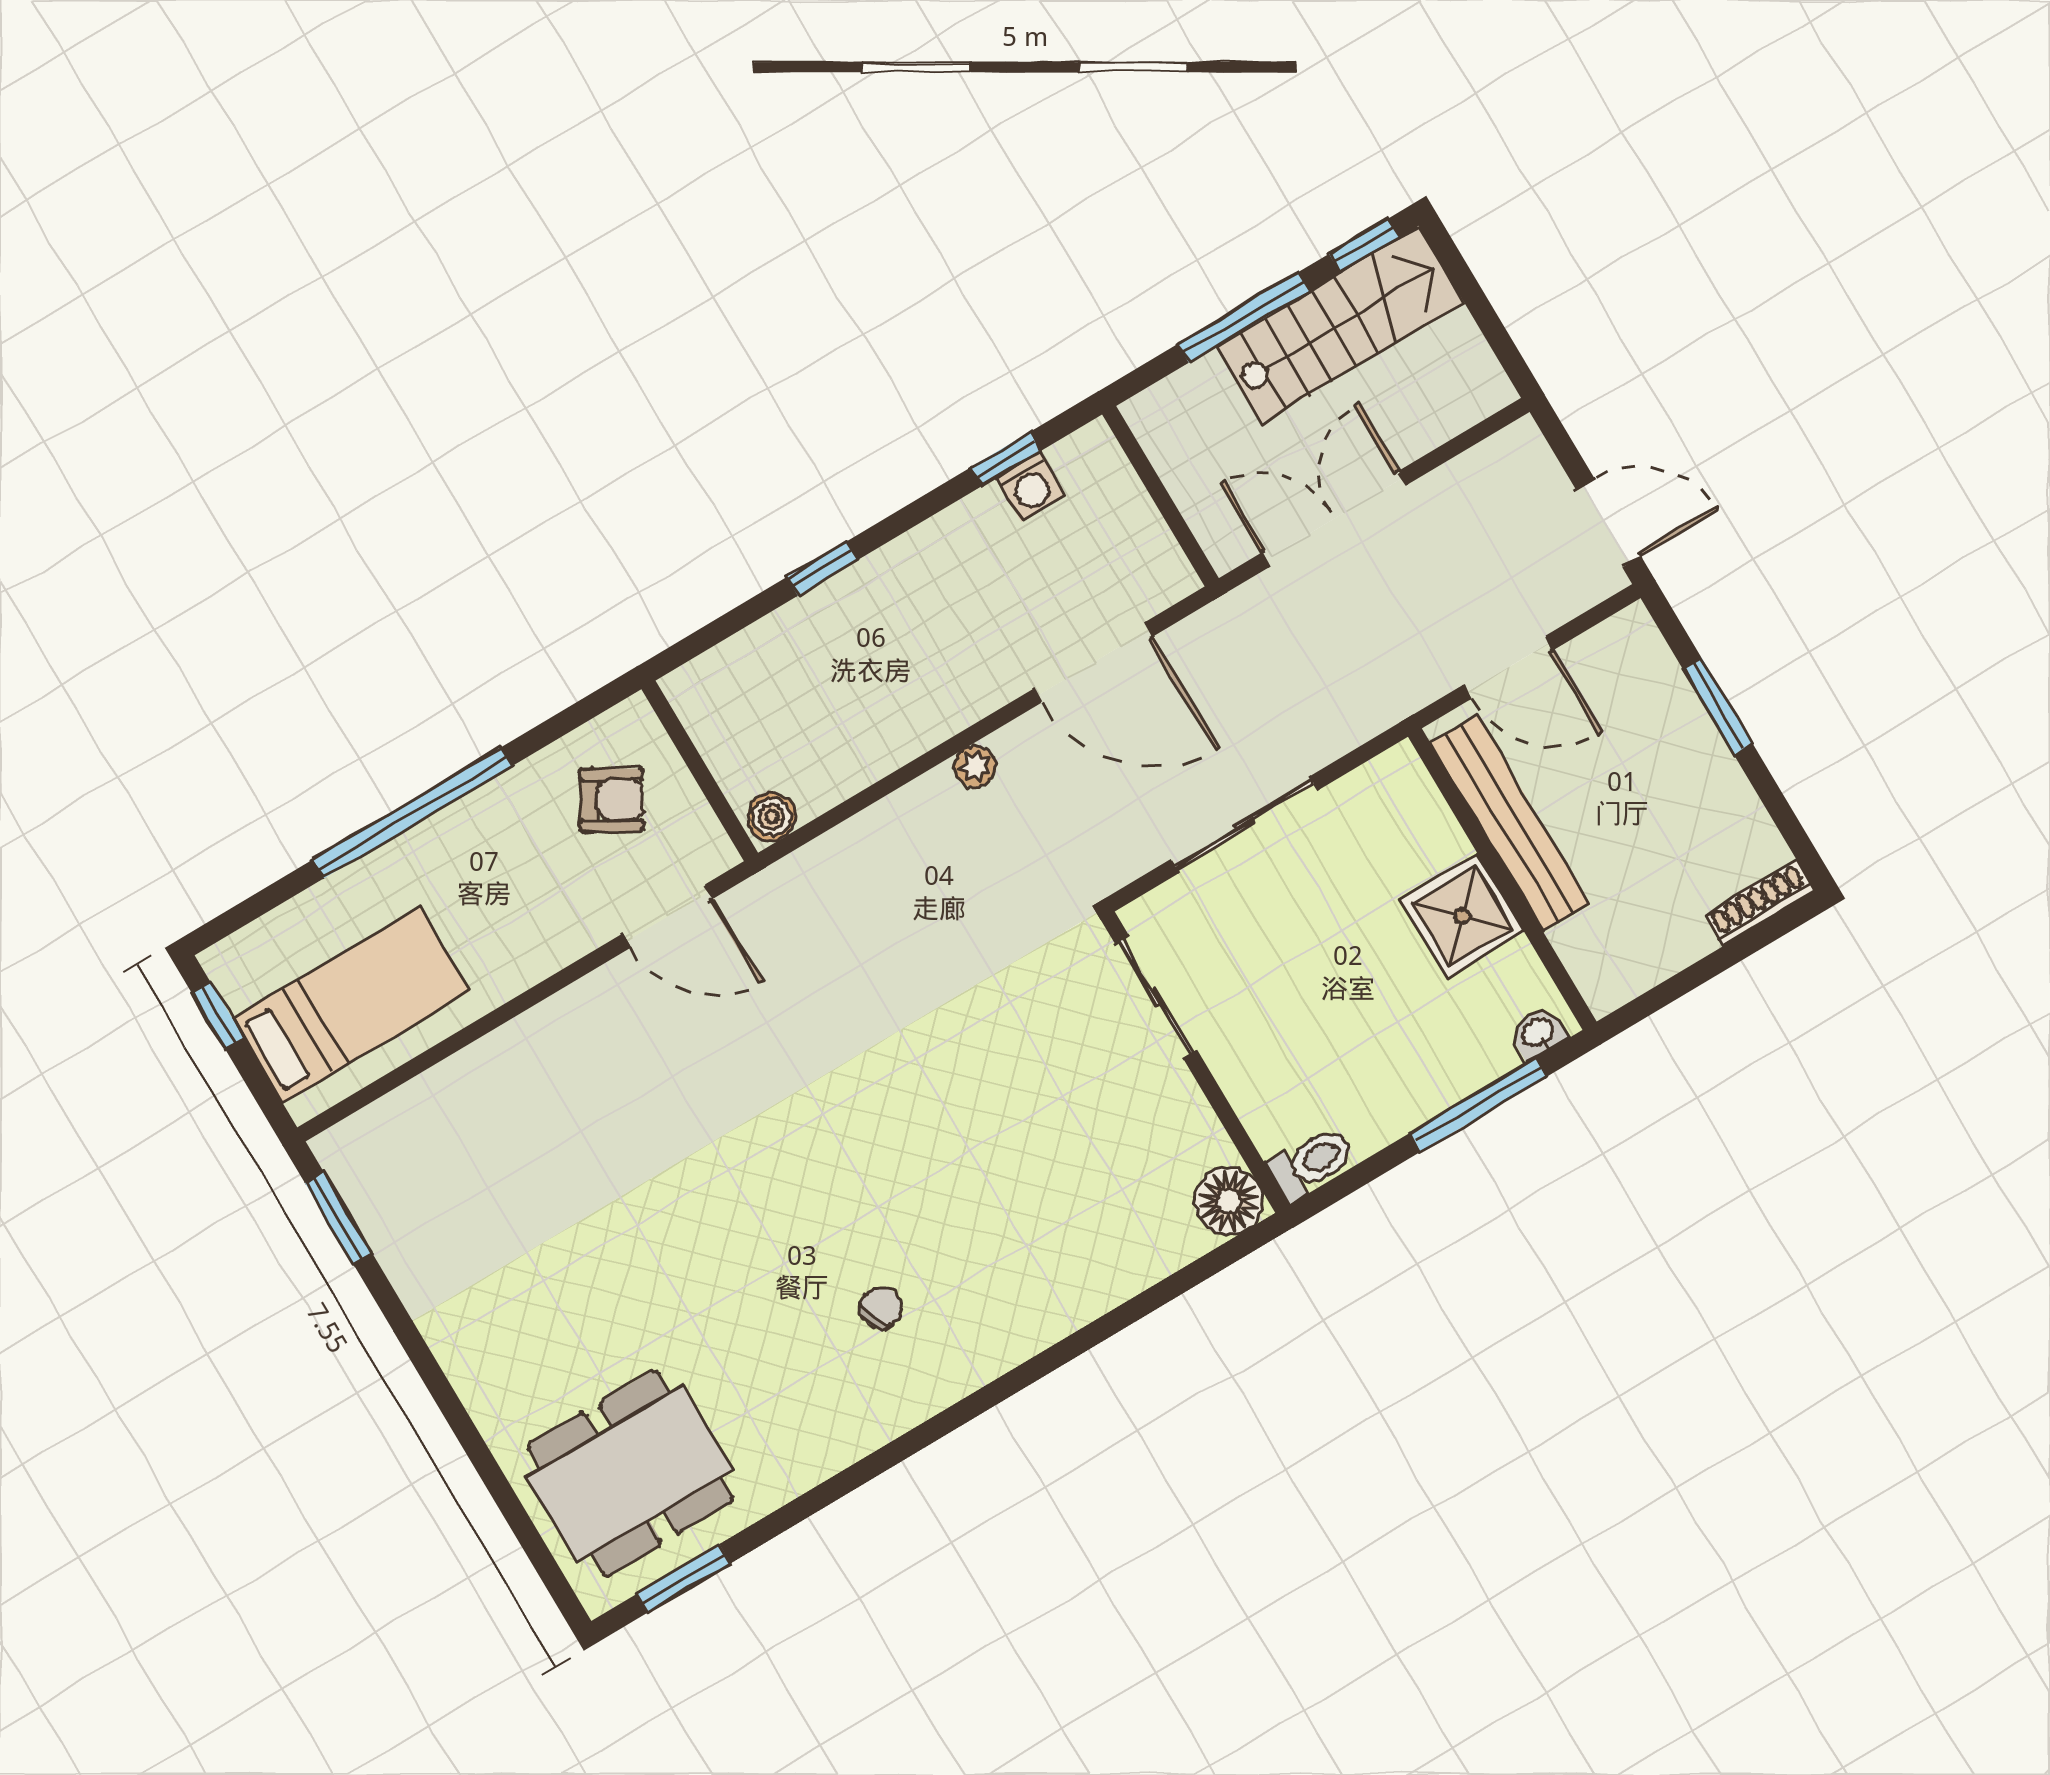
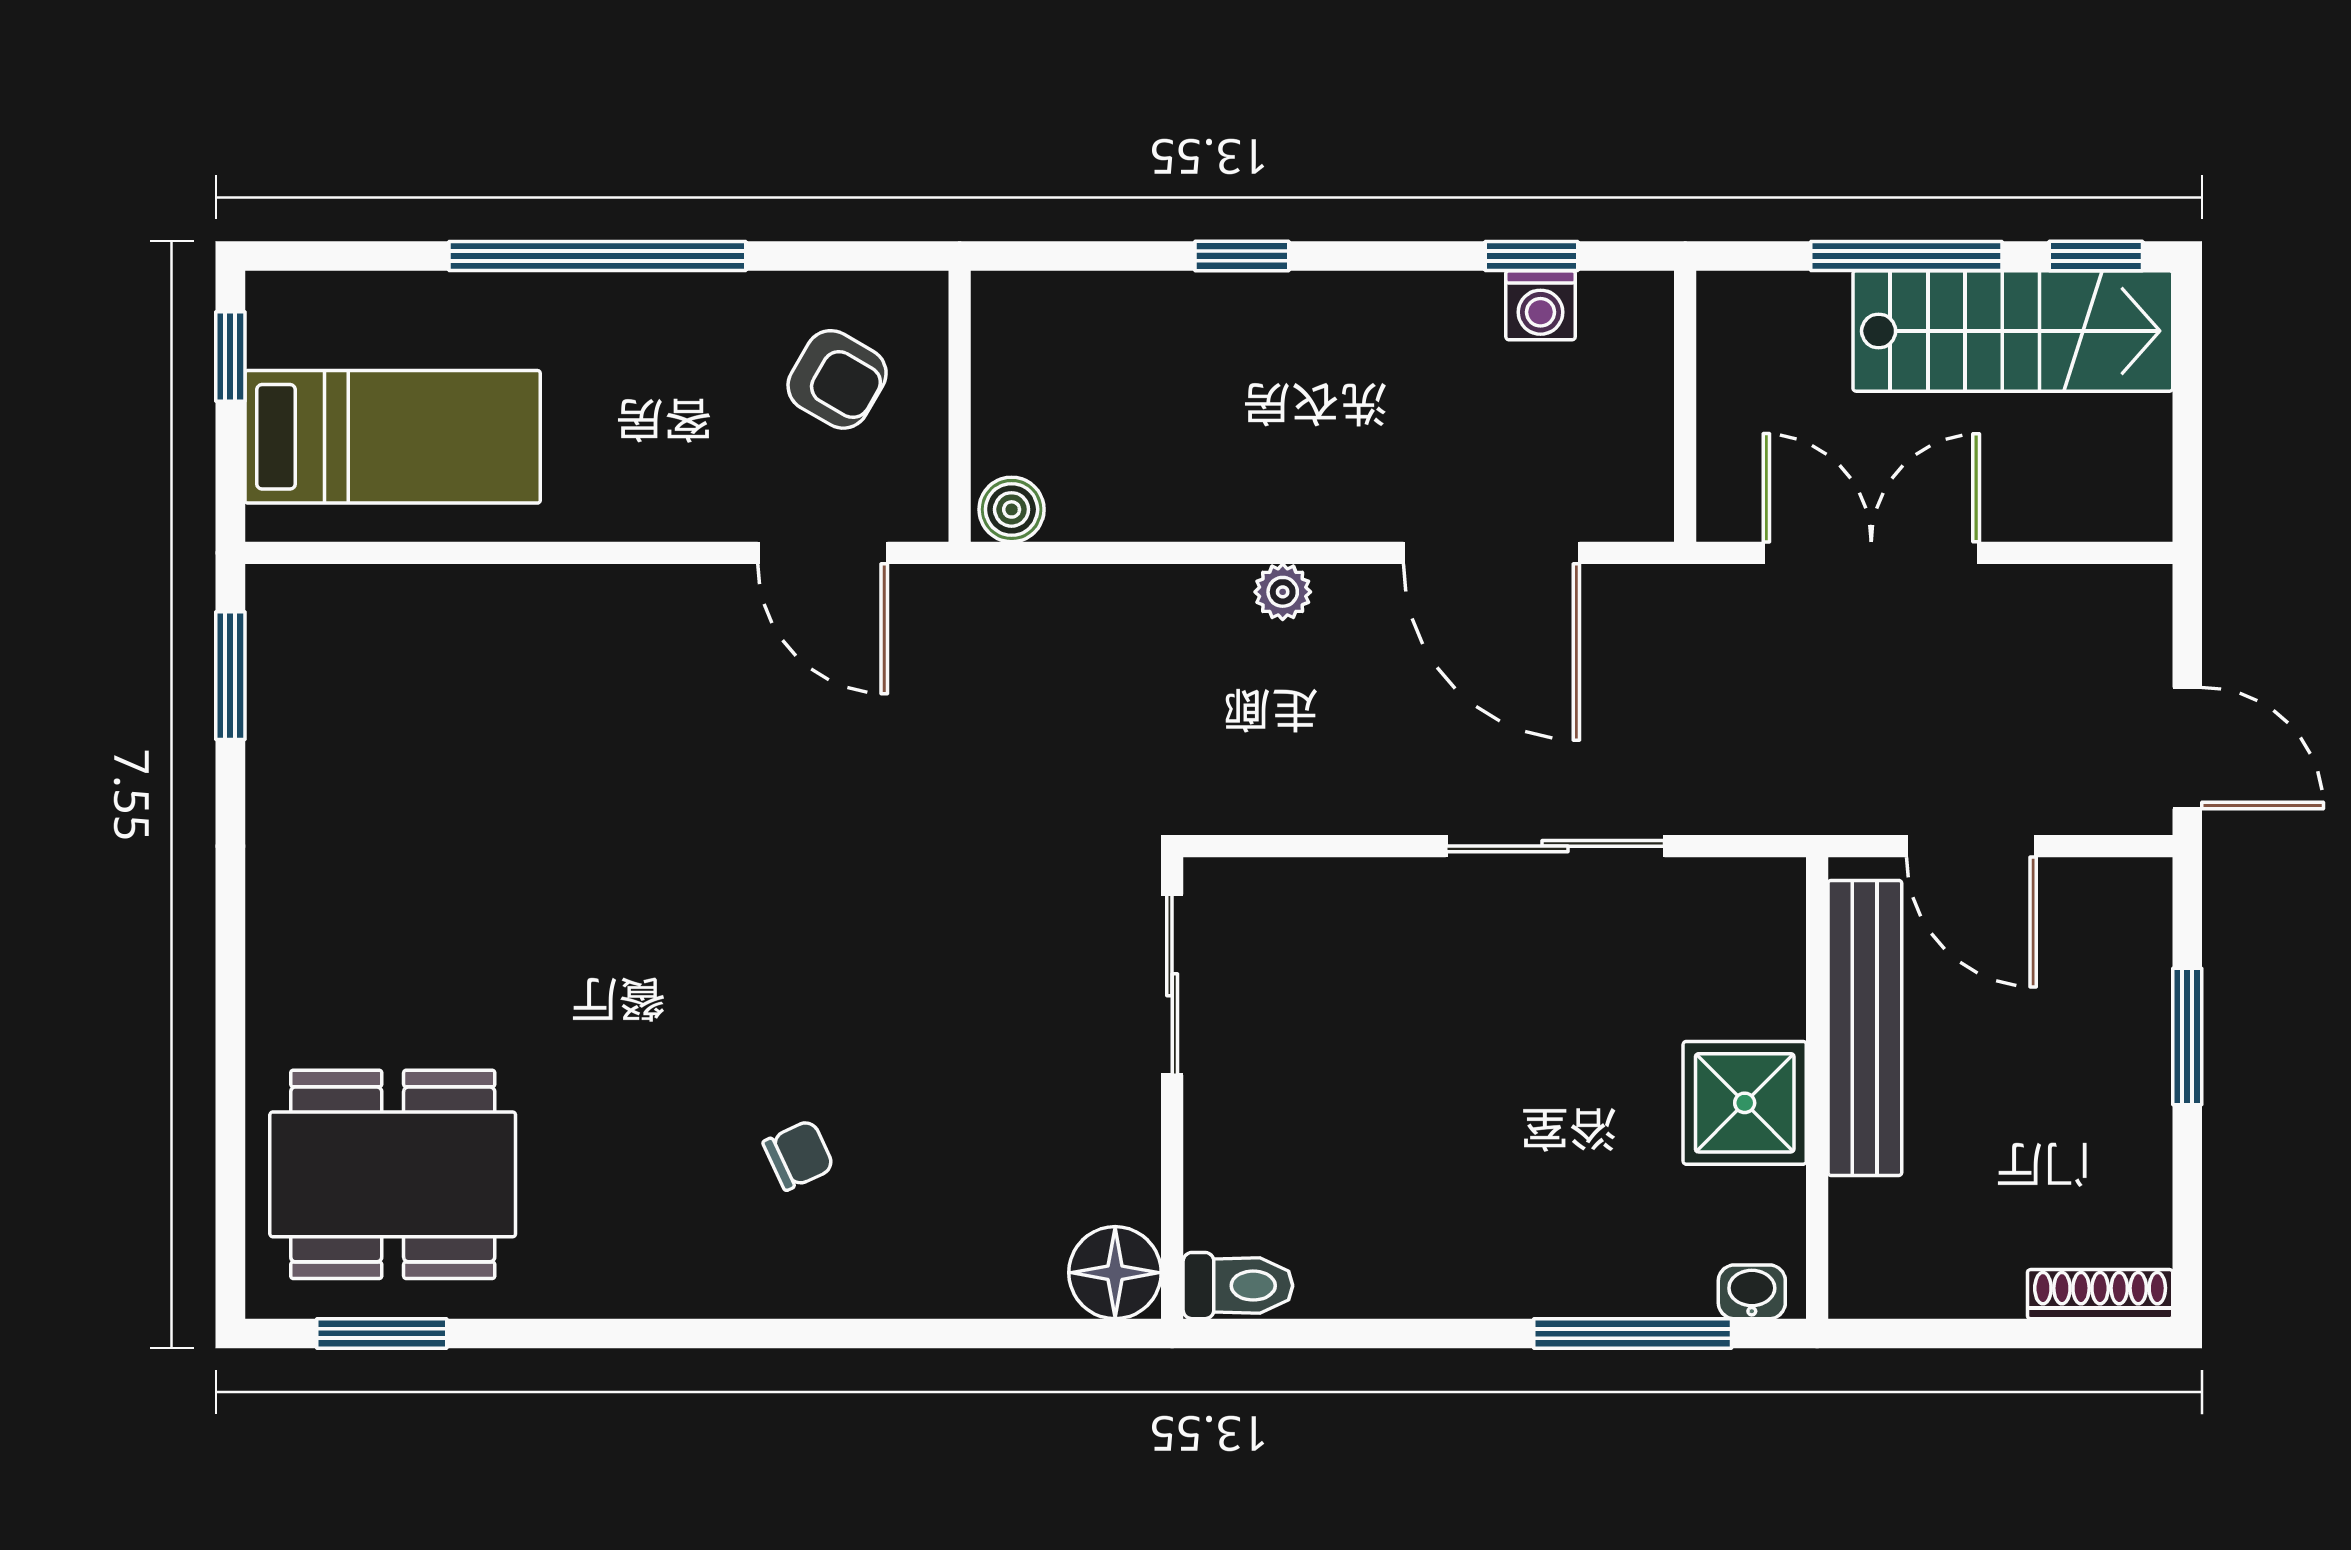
sliding door: (1156, 997) -> (1172, 985), moved
wall: (1195, 1062) -> (1172, 1088), moved
toilet: (1312, 1163) -> (1238, 1286), moved
floor lamp: (1229, 1201) -> (1115, 1273), moved

